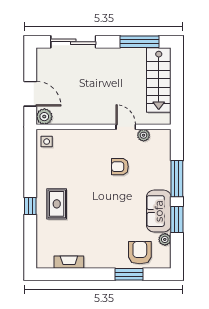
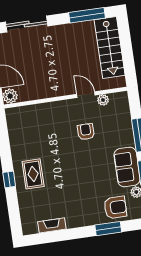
side table: (47, 142) -> (16, 119), removed
armchair: (120, 167) -> (86, 132), turned 90
armchair: (140, 253) -> (115, 207), turned 90

